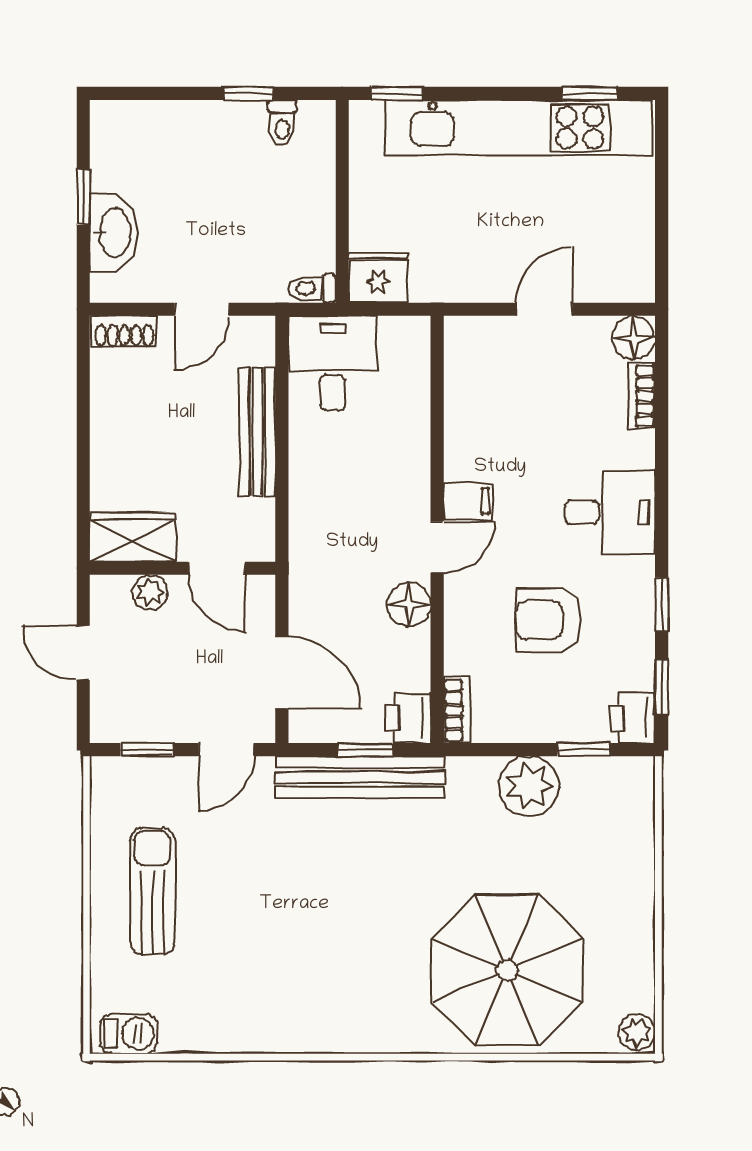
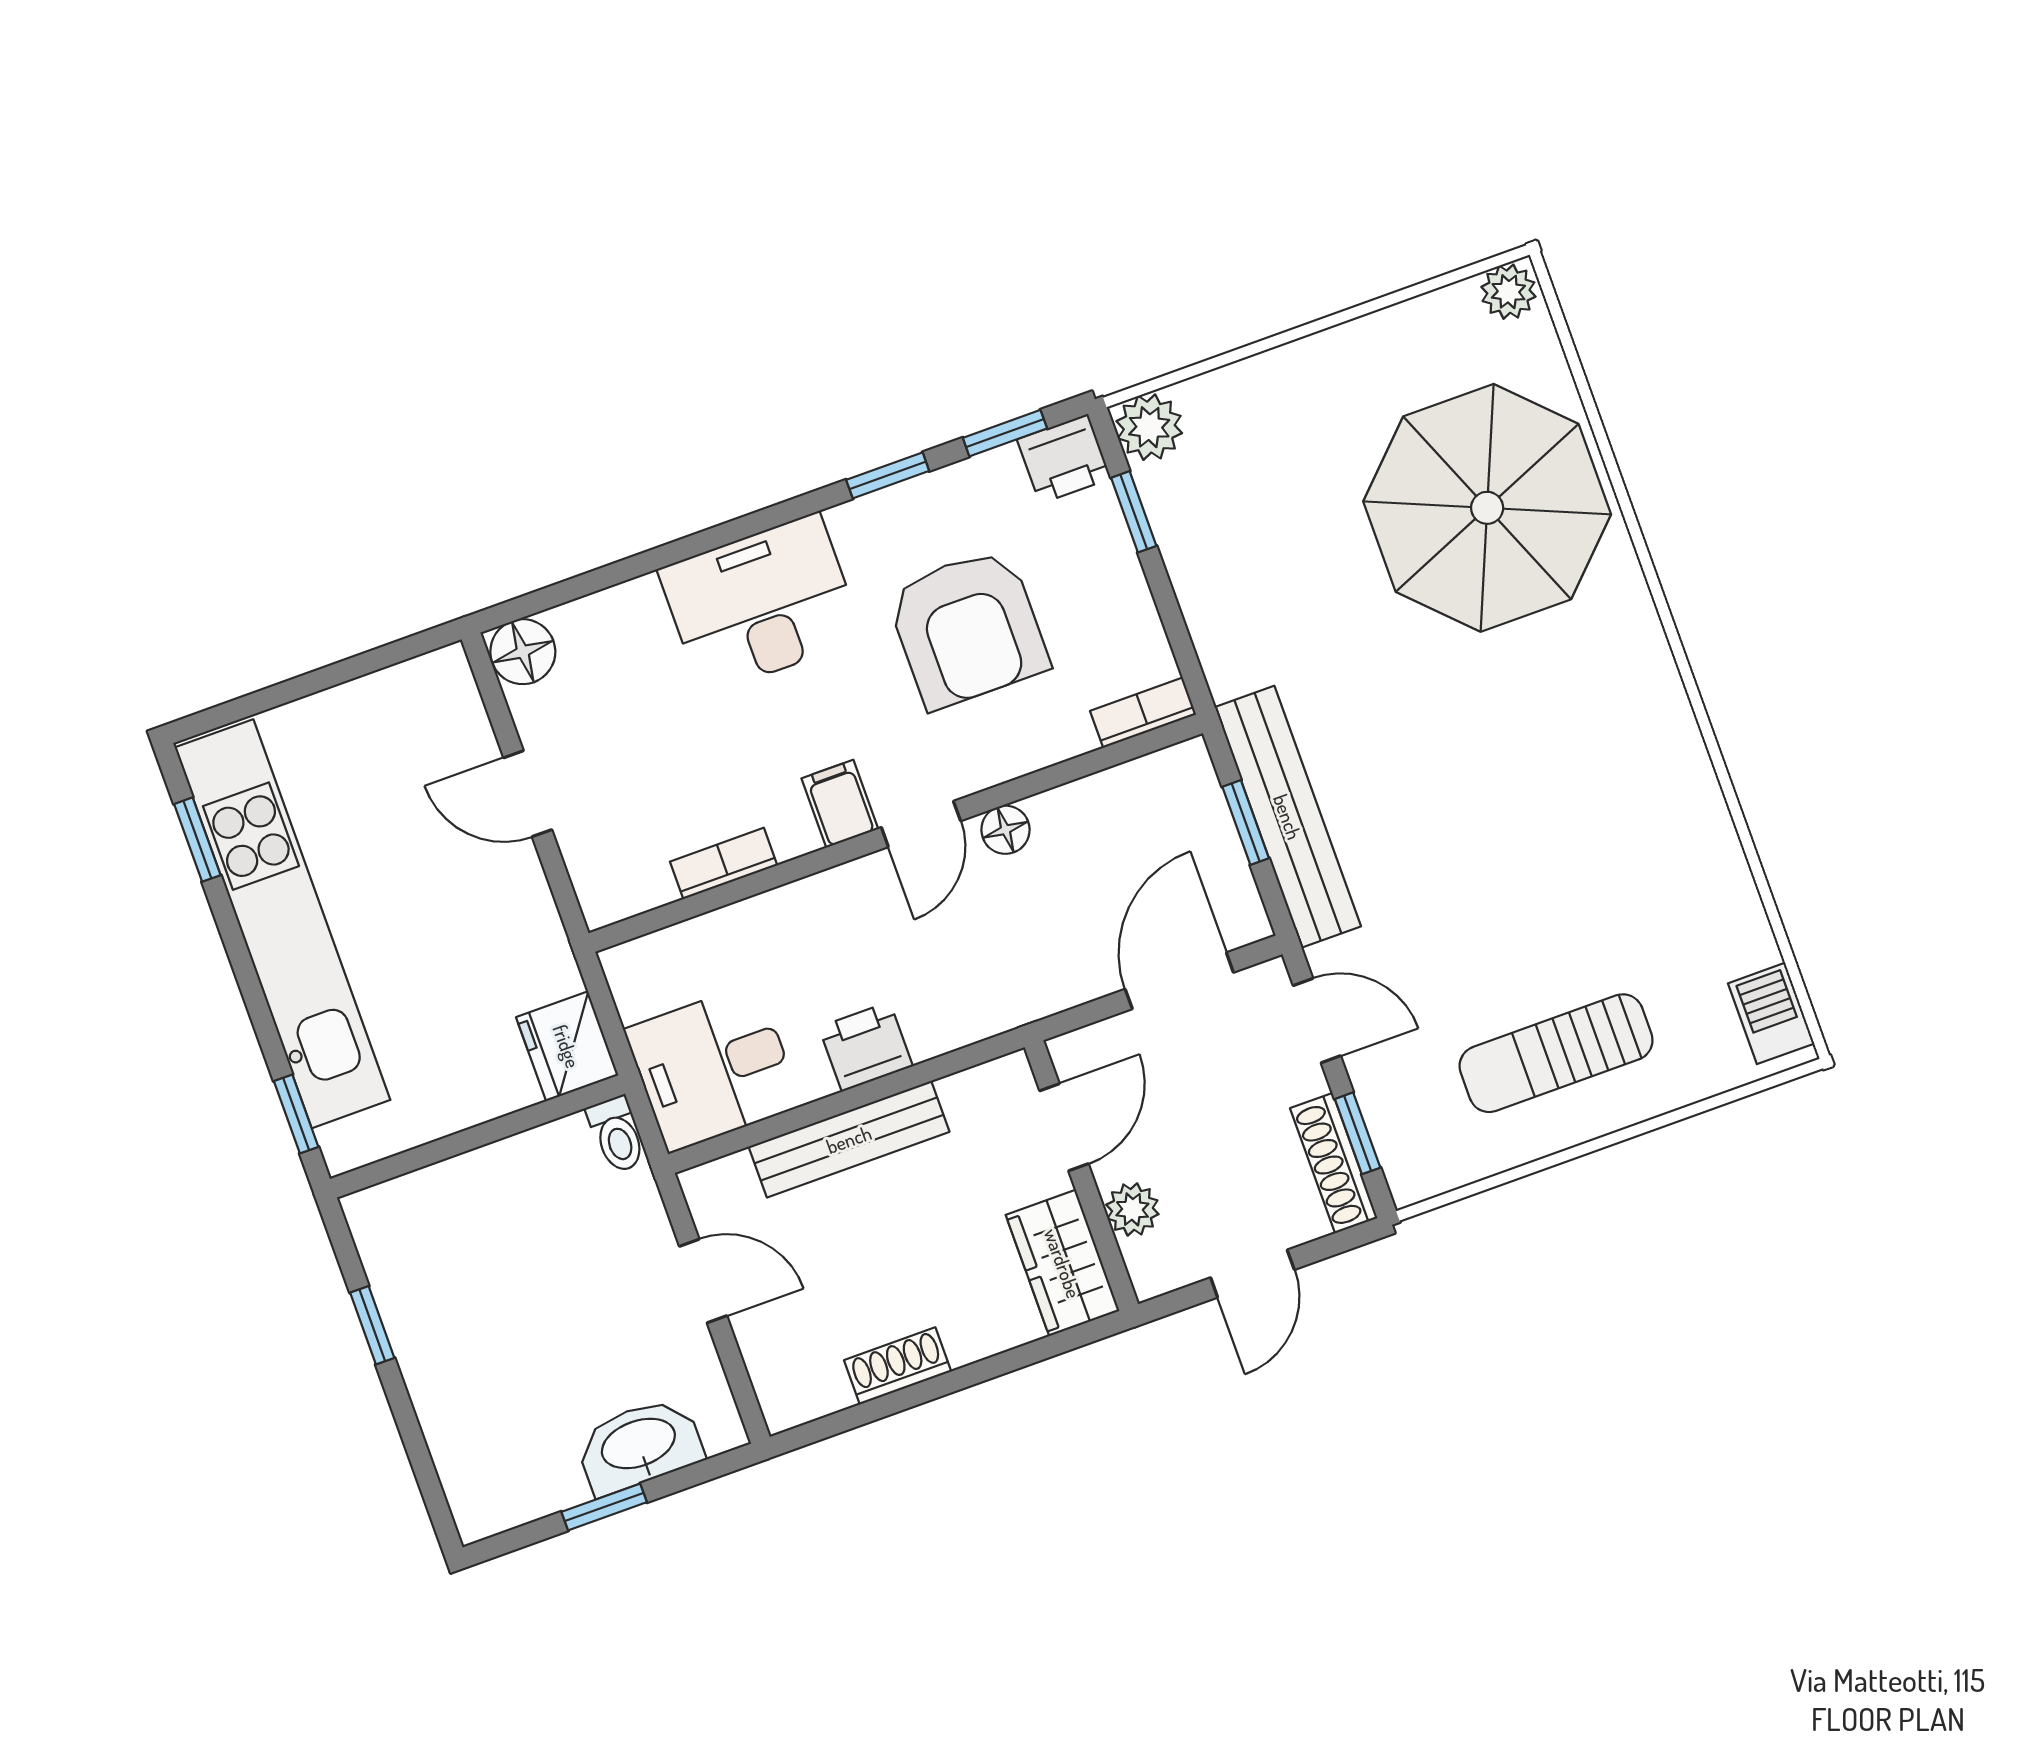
toilet: (282, 123) -> (397, 1262), removed
shoe rack: (124, 331) -> (898, 1366), moved, turned -90
bookcase: (642, 396) -> (724, 863), moved, turned 180
desk: (610, 512) -> (761, 604), width x1.37
door: (437, 547) -> (921, 824), swing flipped
floor lamp: (409, 604) -> (1005, 830), width x0.73, depth x0.73
armchair: (549, 620) -> (968, 628), width x1.36, depth x1.36
printer: (408, 718) -> (866, 1047), moved, turned 180
shoe rack: (134, 728) -> (1334, 1163), added
plant: (529, 786) -> (1149, 427), moved, width x0.73, depth x0.73

